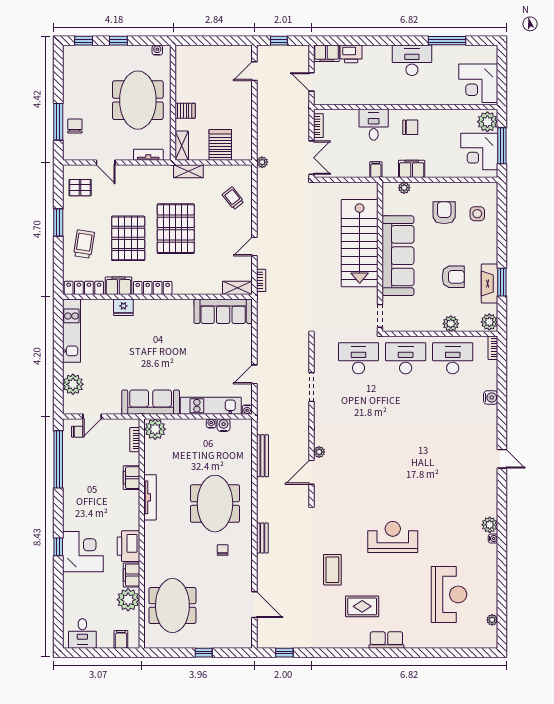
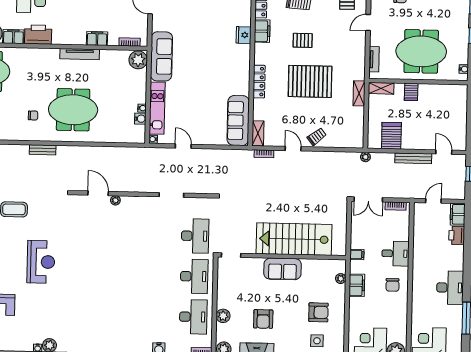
server rack: (220, 145) -> (391, 136), moved, turned -90
trolley: (233, 198) -> (317, 137), moved
pallet: (128, 238) -> (303, 40), width x0.49, depth x0.50
sofa: (398, 256) -> (283, 269), width x0.54, depth x0.79
locker: (153, 288) -> (259, 82), moved
bench: (262, 456) -> (413, 158), moved

